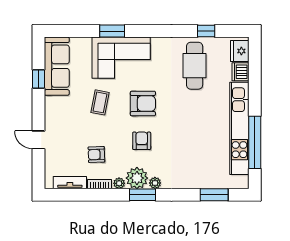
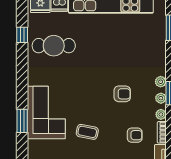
armchair: (143, 104) -> (88, 93), removed
armchair: (142, 141) -> (122, 94), turned 180
armchair: (96, 155) -> (135, 135), turned -88
plant: (137, 178) -> (161, 98), width x0.53, depth x0.53

